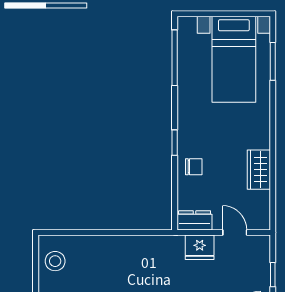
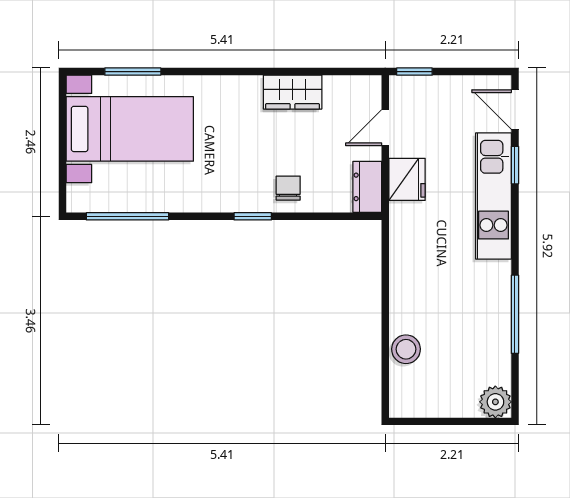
stool: (55, 261) -> (406, 349), moved
window: (273, 275) -> (414, 72), moved

